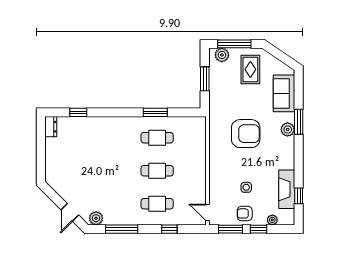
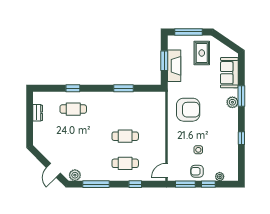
plant: (222, 55) -> (178, 41), removed
window: (78, 112) -> (73, 88), moved
dresser: (51, 127) -> (38, 113), moved
armchair: (246, 134) -> (188, 110), moved
cafe table: (157, 138) -> (73, 109), moved
fireplace: (287, 189) -> (174, 66), moved, turned 180
window: (299, 196) -> (241, 138), moved
door: (207, 212) -> (166, 170), hinge flipped

